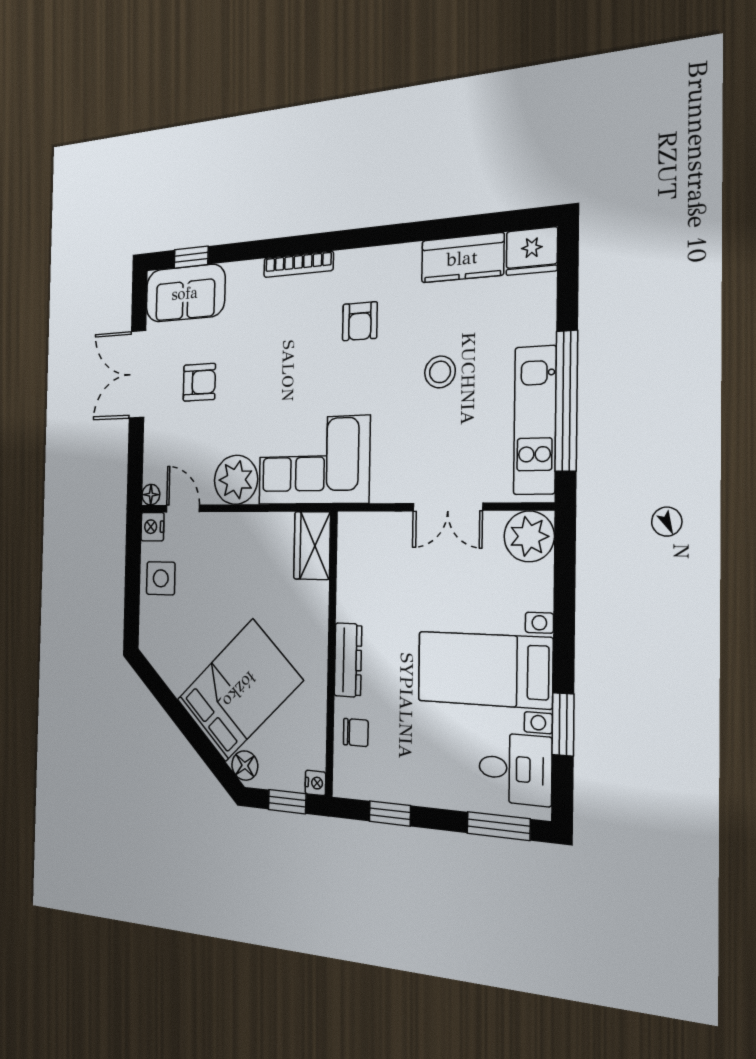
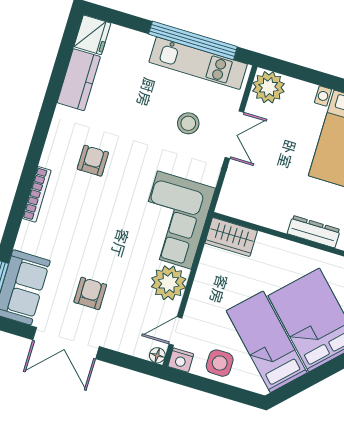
armchair: (360, 321) -> (93, 161), turned -90
stool: (440, 372) -> (188, 123), moved
bed: (199, 633) -> (267, 342), added

